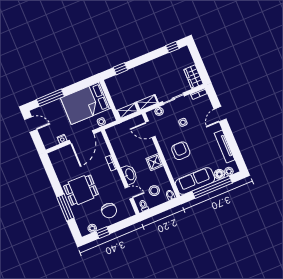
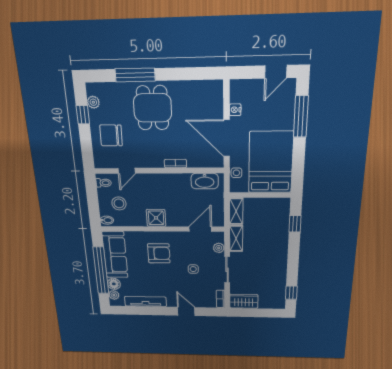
washbasin: (130, 174) -> (205, 181), moved

